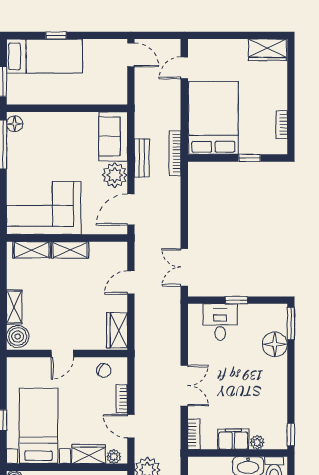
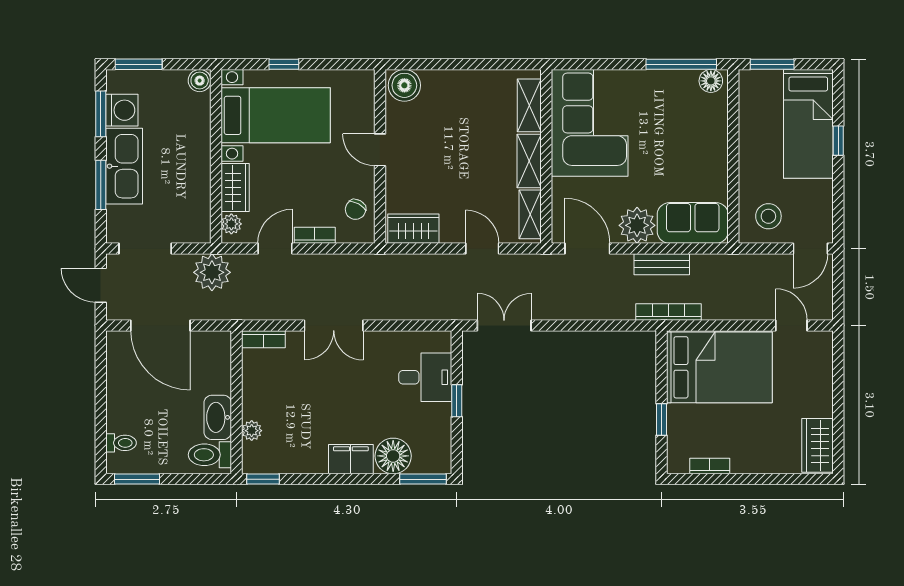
stool: (108, 84) -> (768, 216), added
shelving: (14, 307) -> (530, 214), moved, turned 90
filing cabinet: (233, 439) -> (351, 459), moved, turned -90

